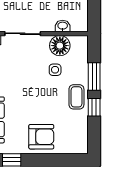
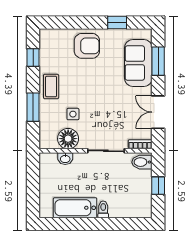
window: (94, 107) -> (33, 57), moved
armchair: (41, 137) -> (87, 46), turned 180

